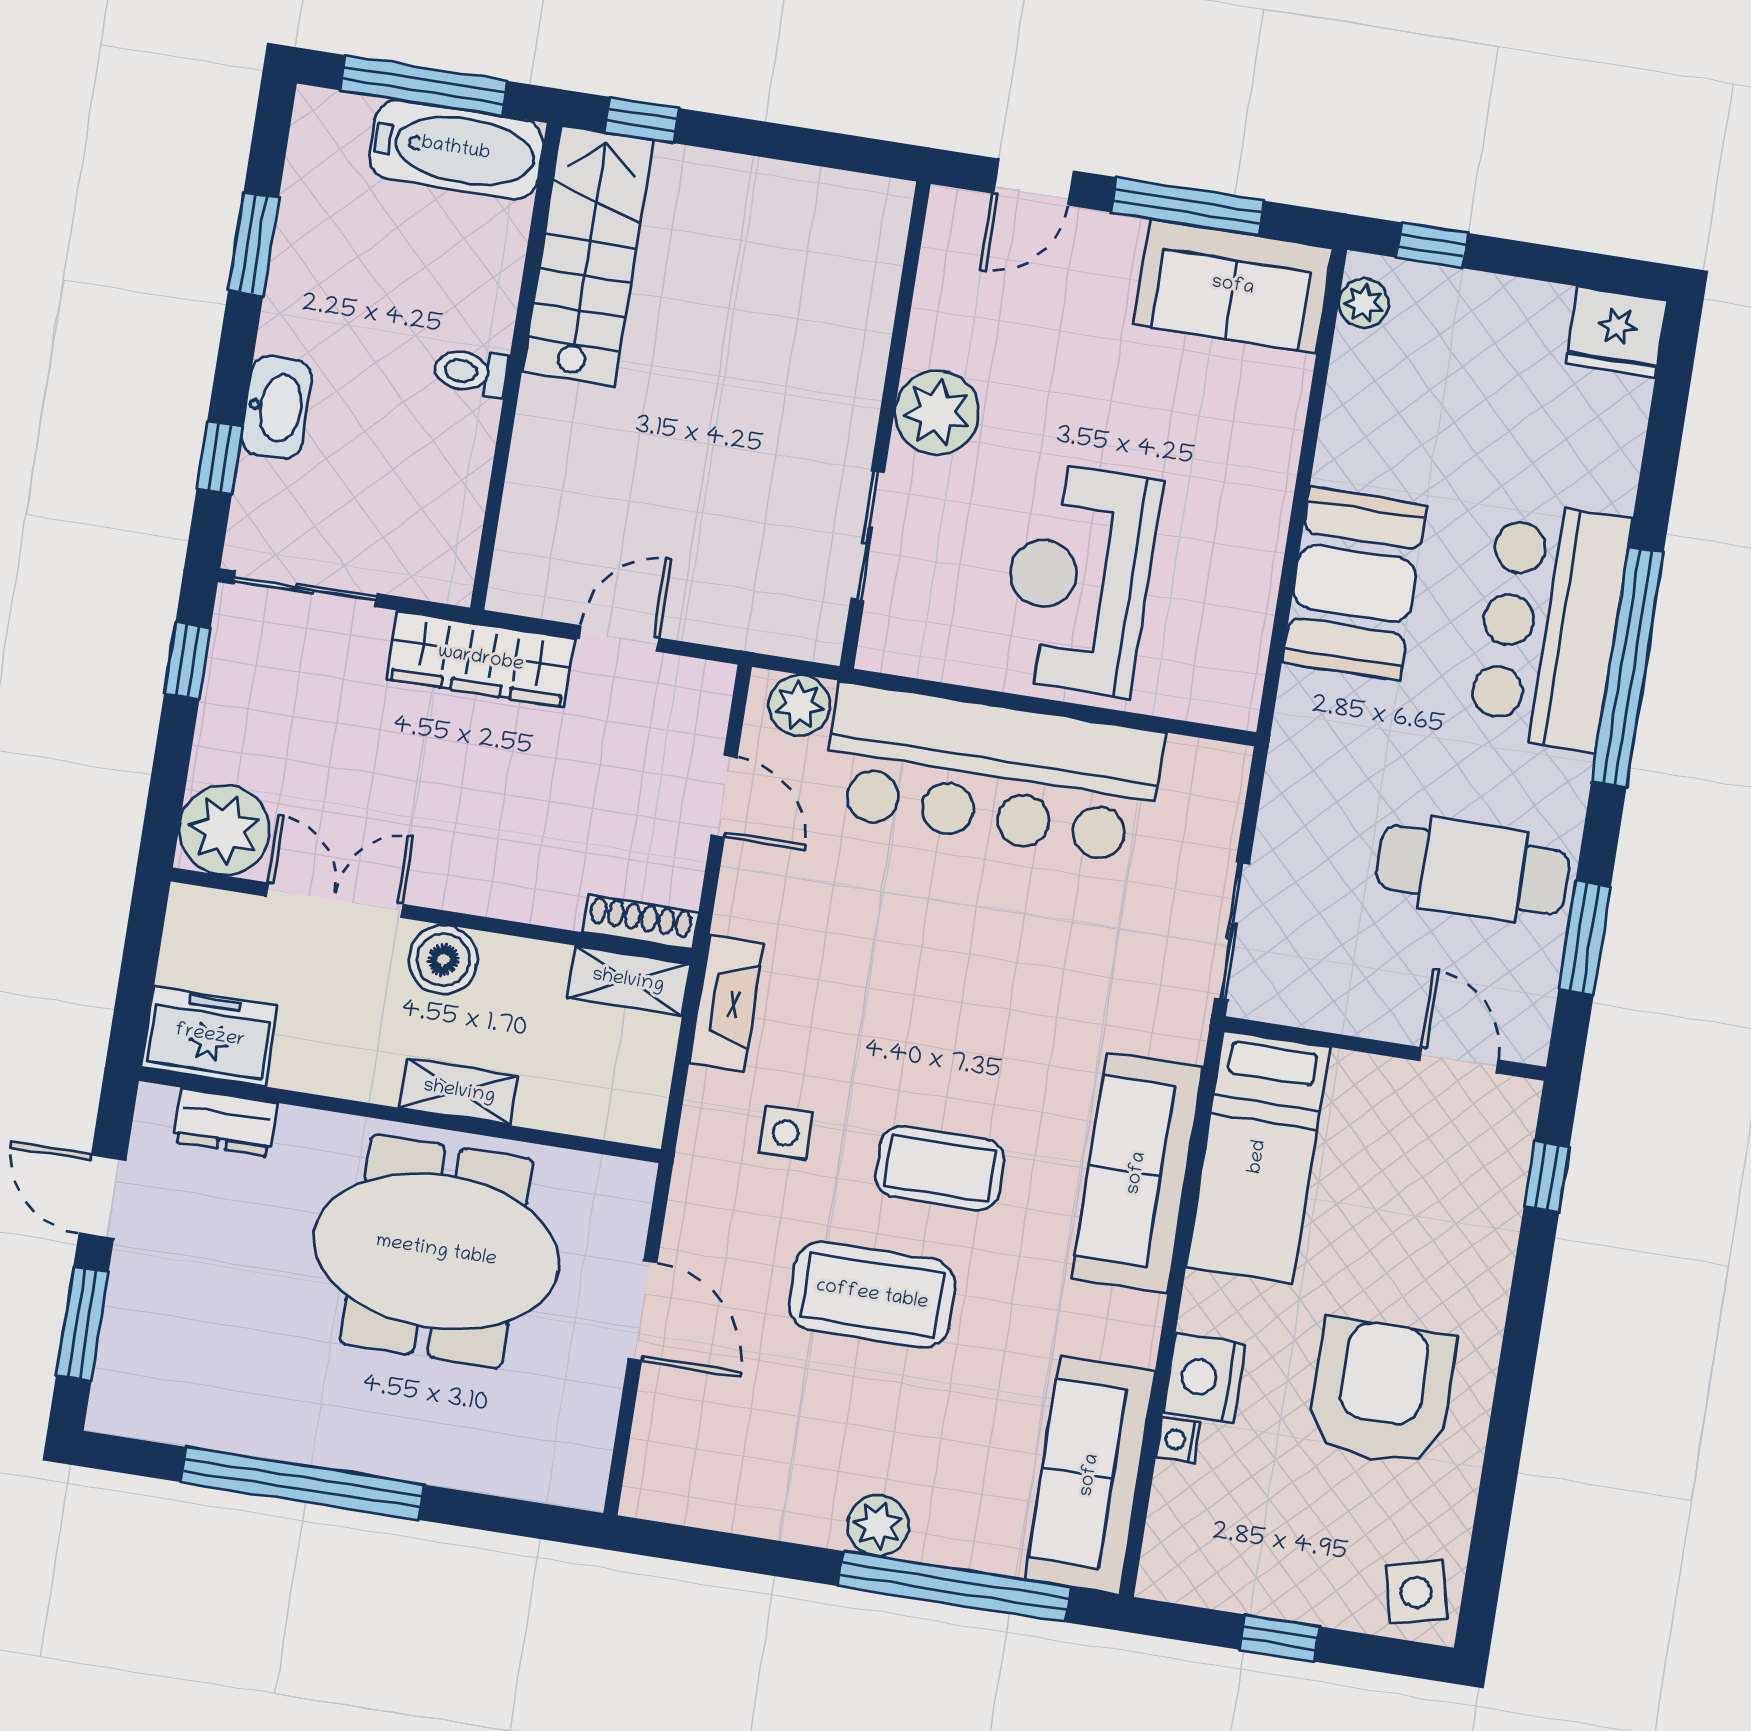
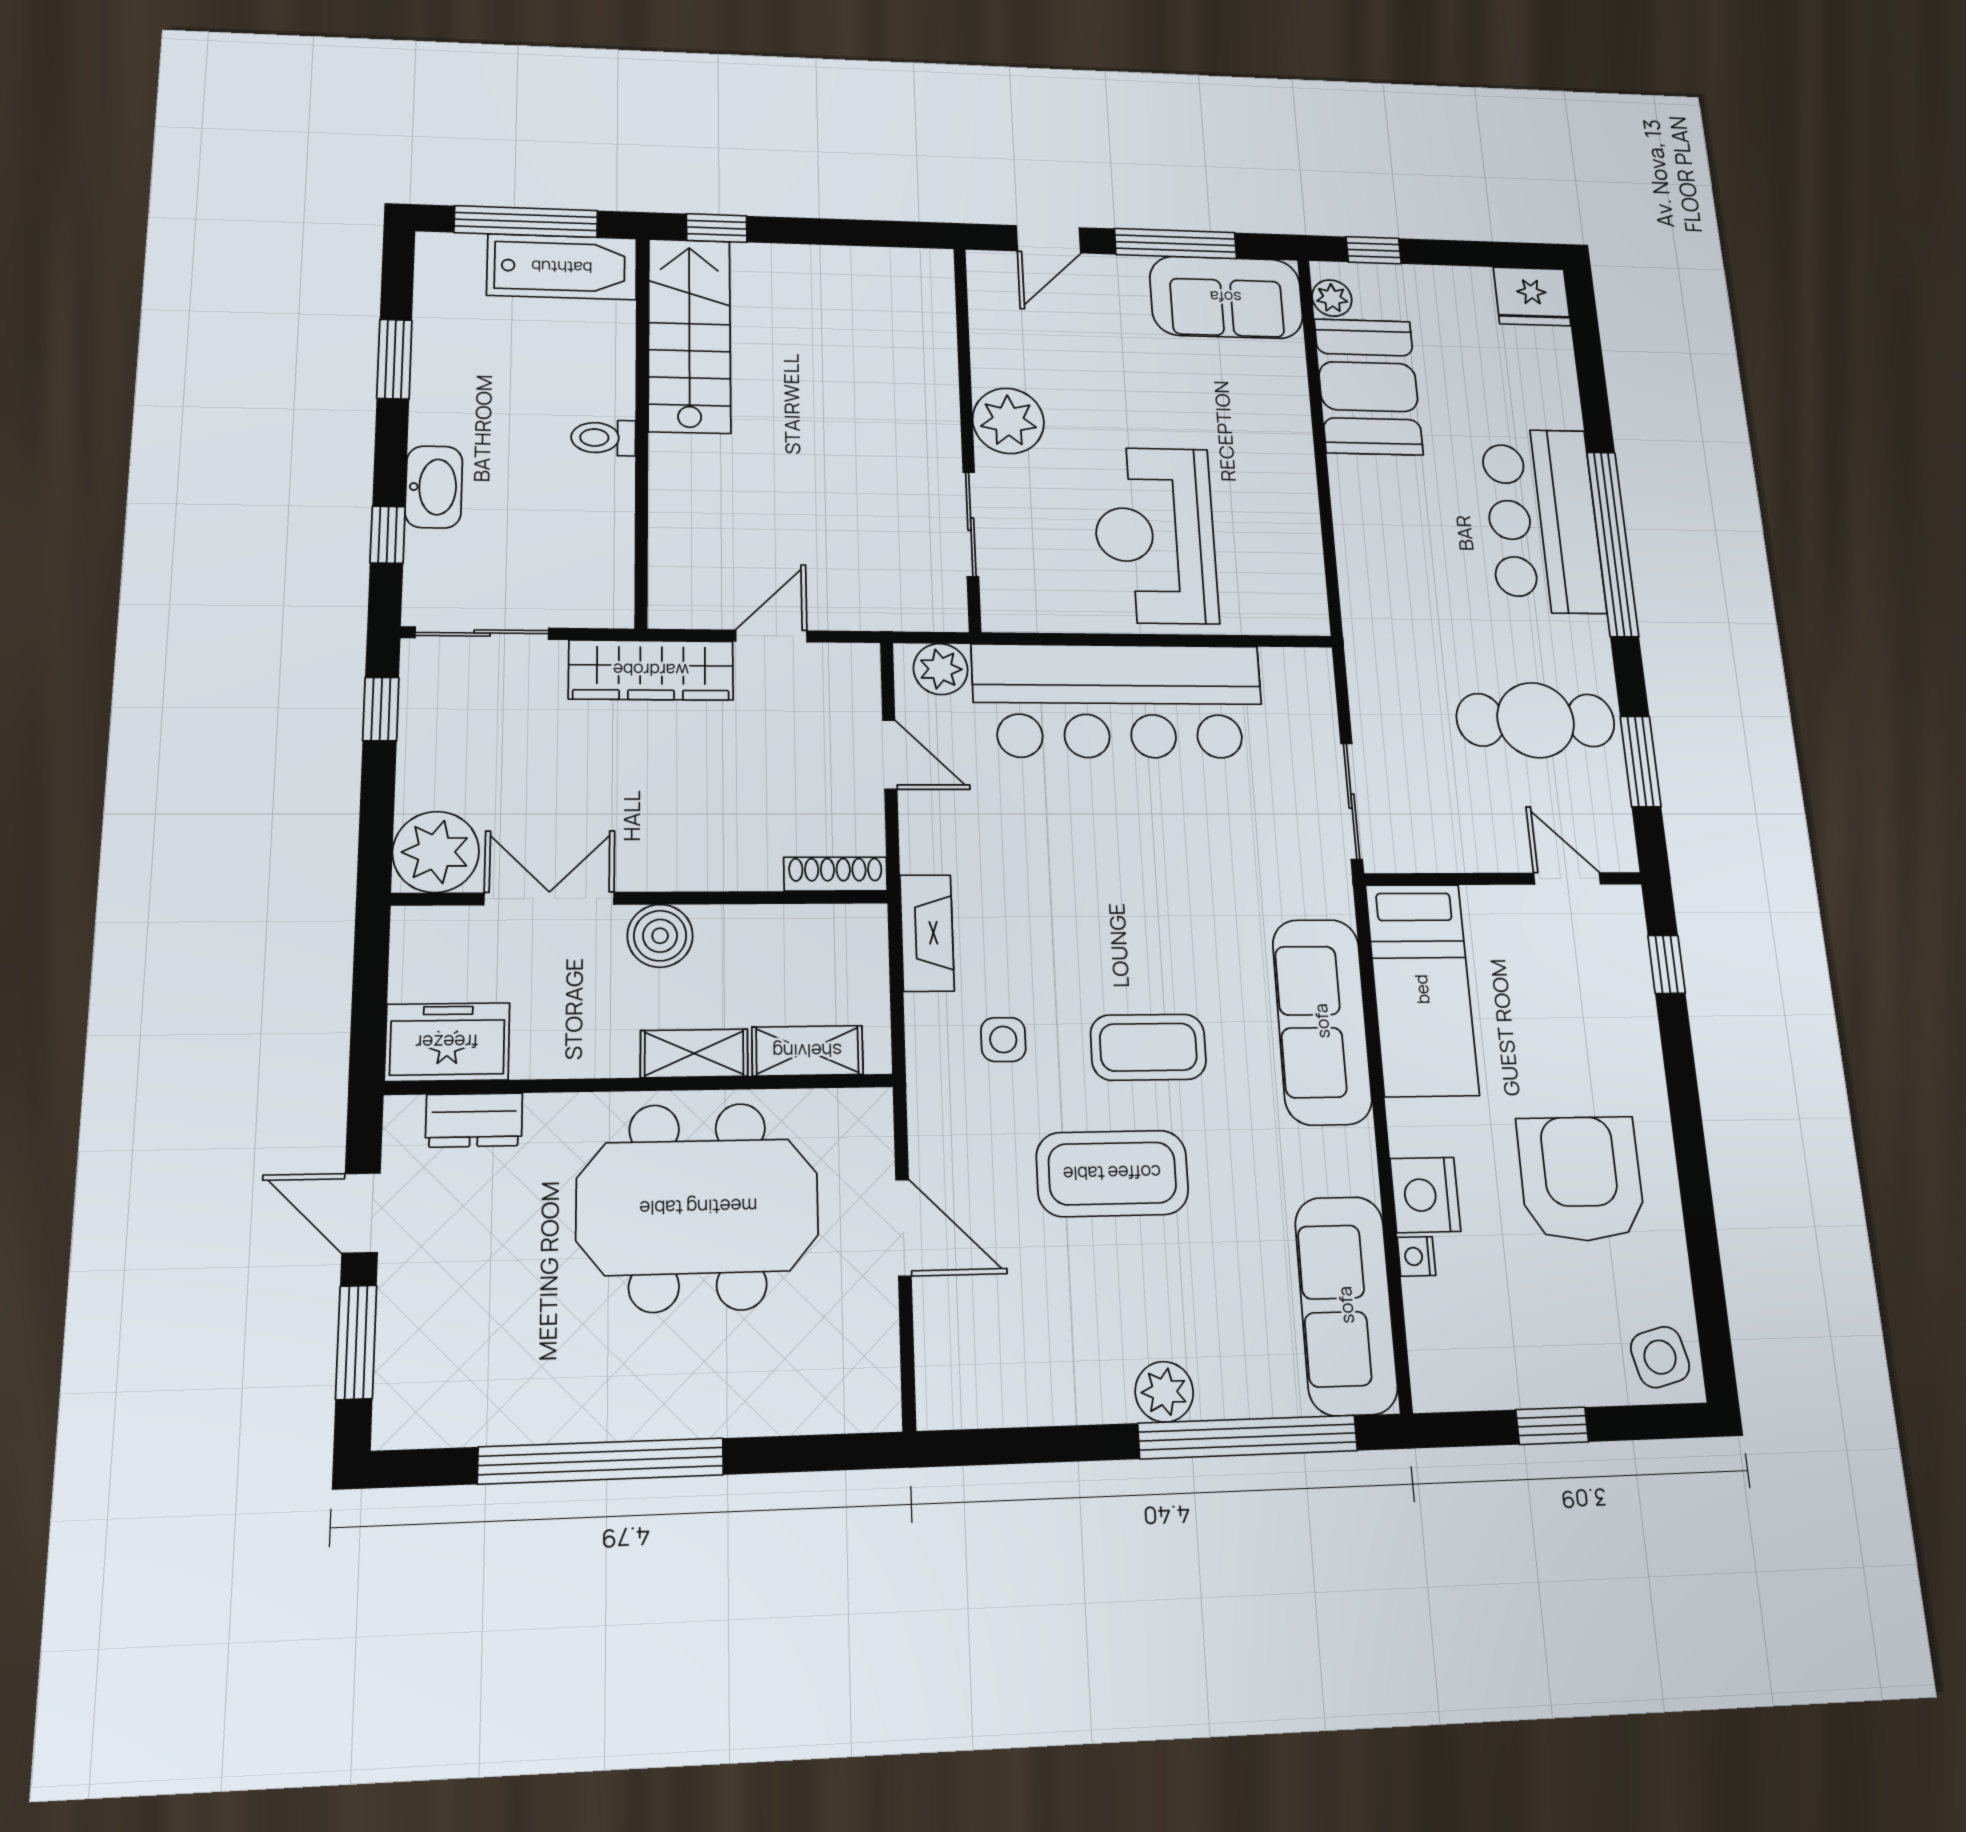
booth: (1355, 584) -> (1368, 387), moved
shelving: (628, 981) -> (807, 1051), moved

